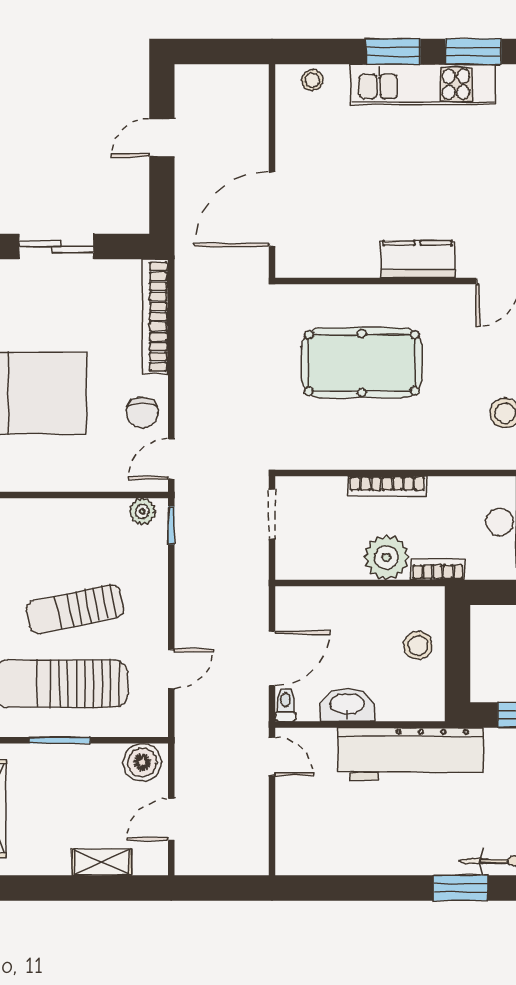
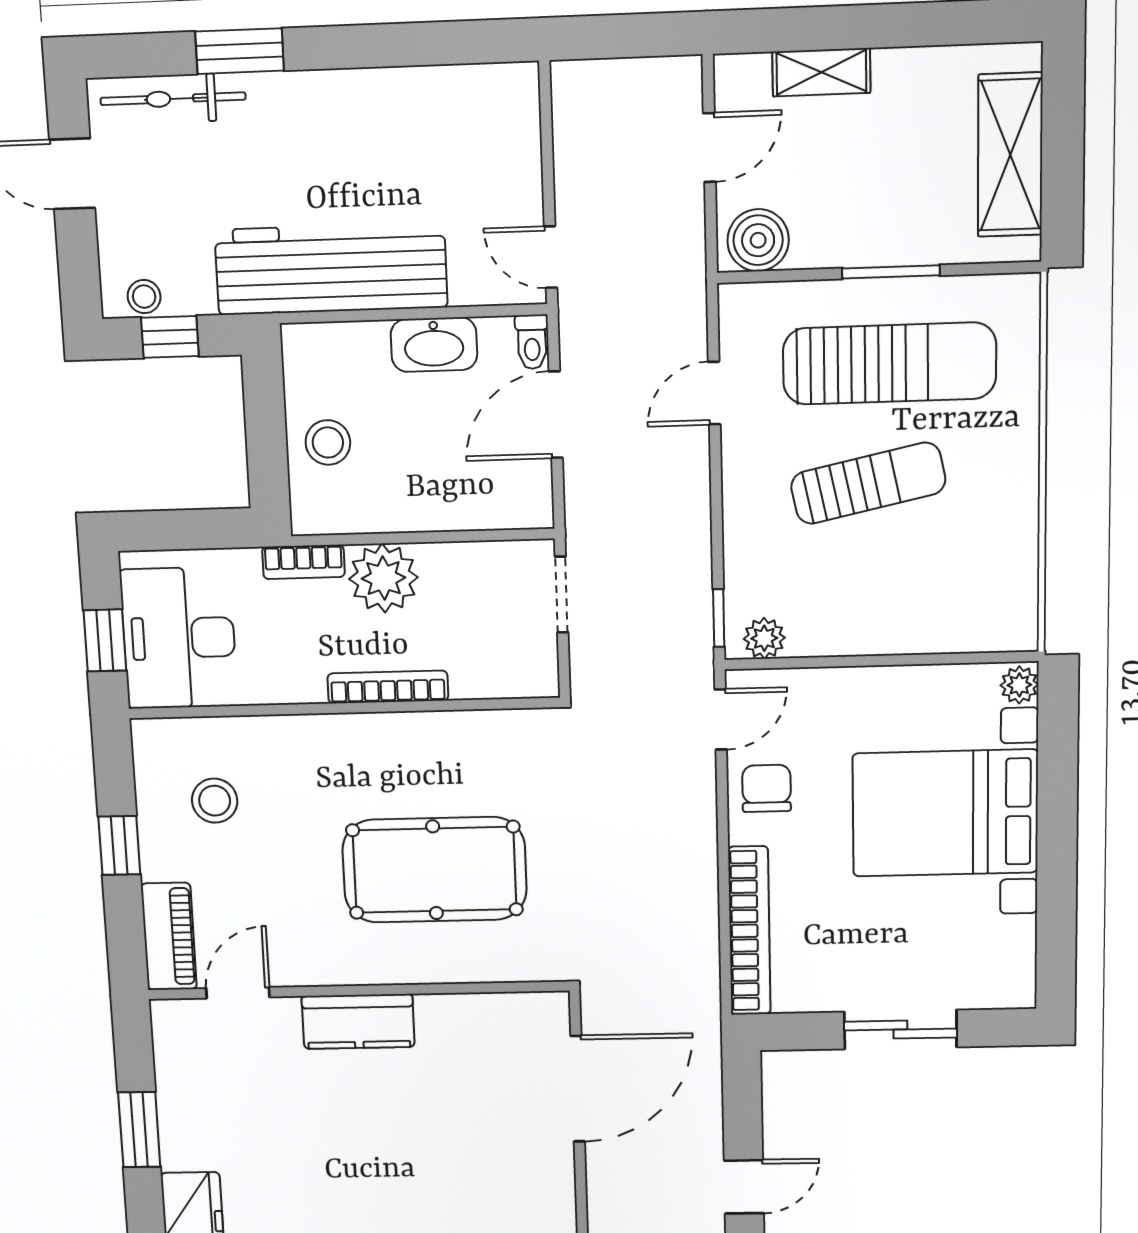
doorway: (272, 514) -> (562, 595), moved

